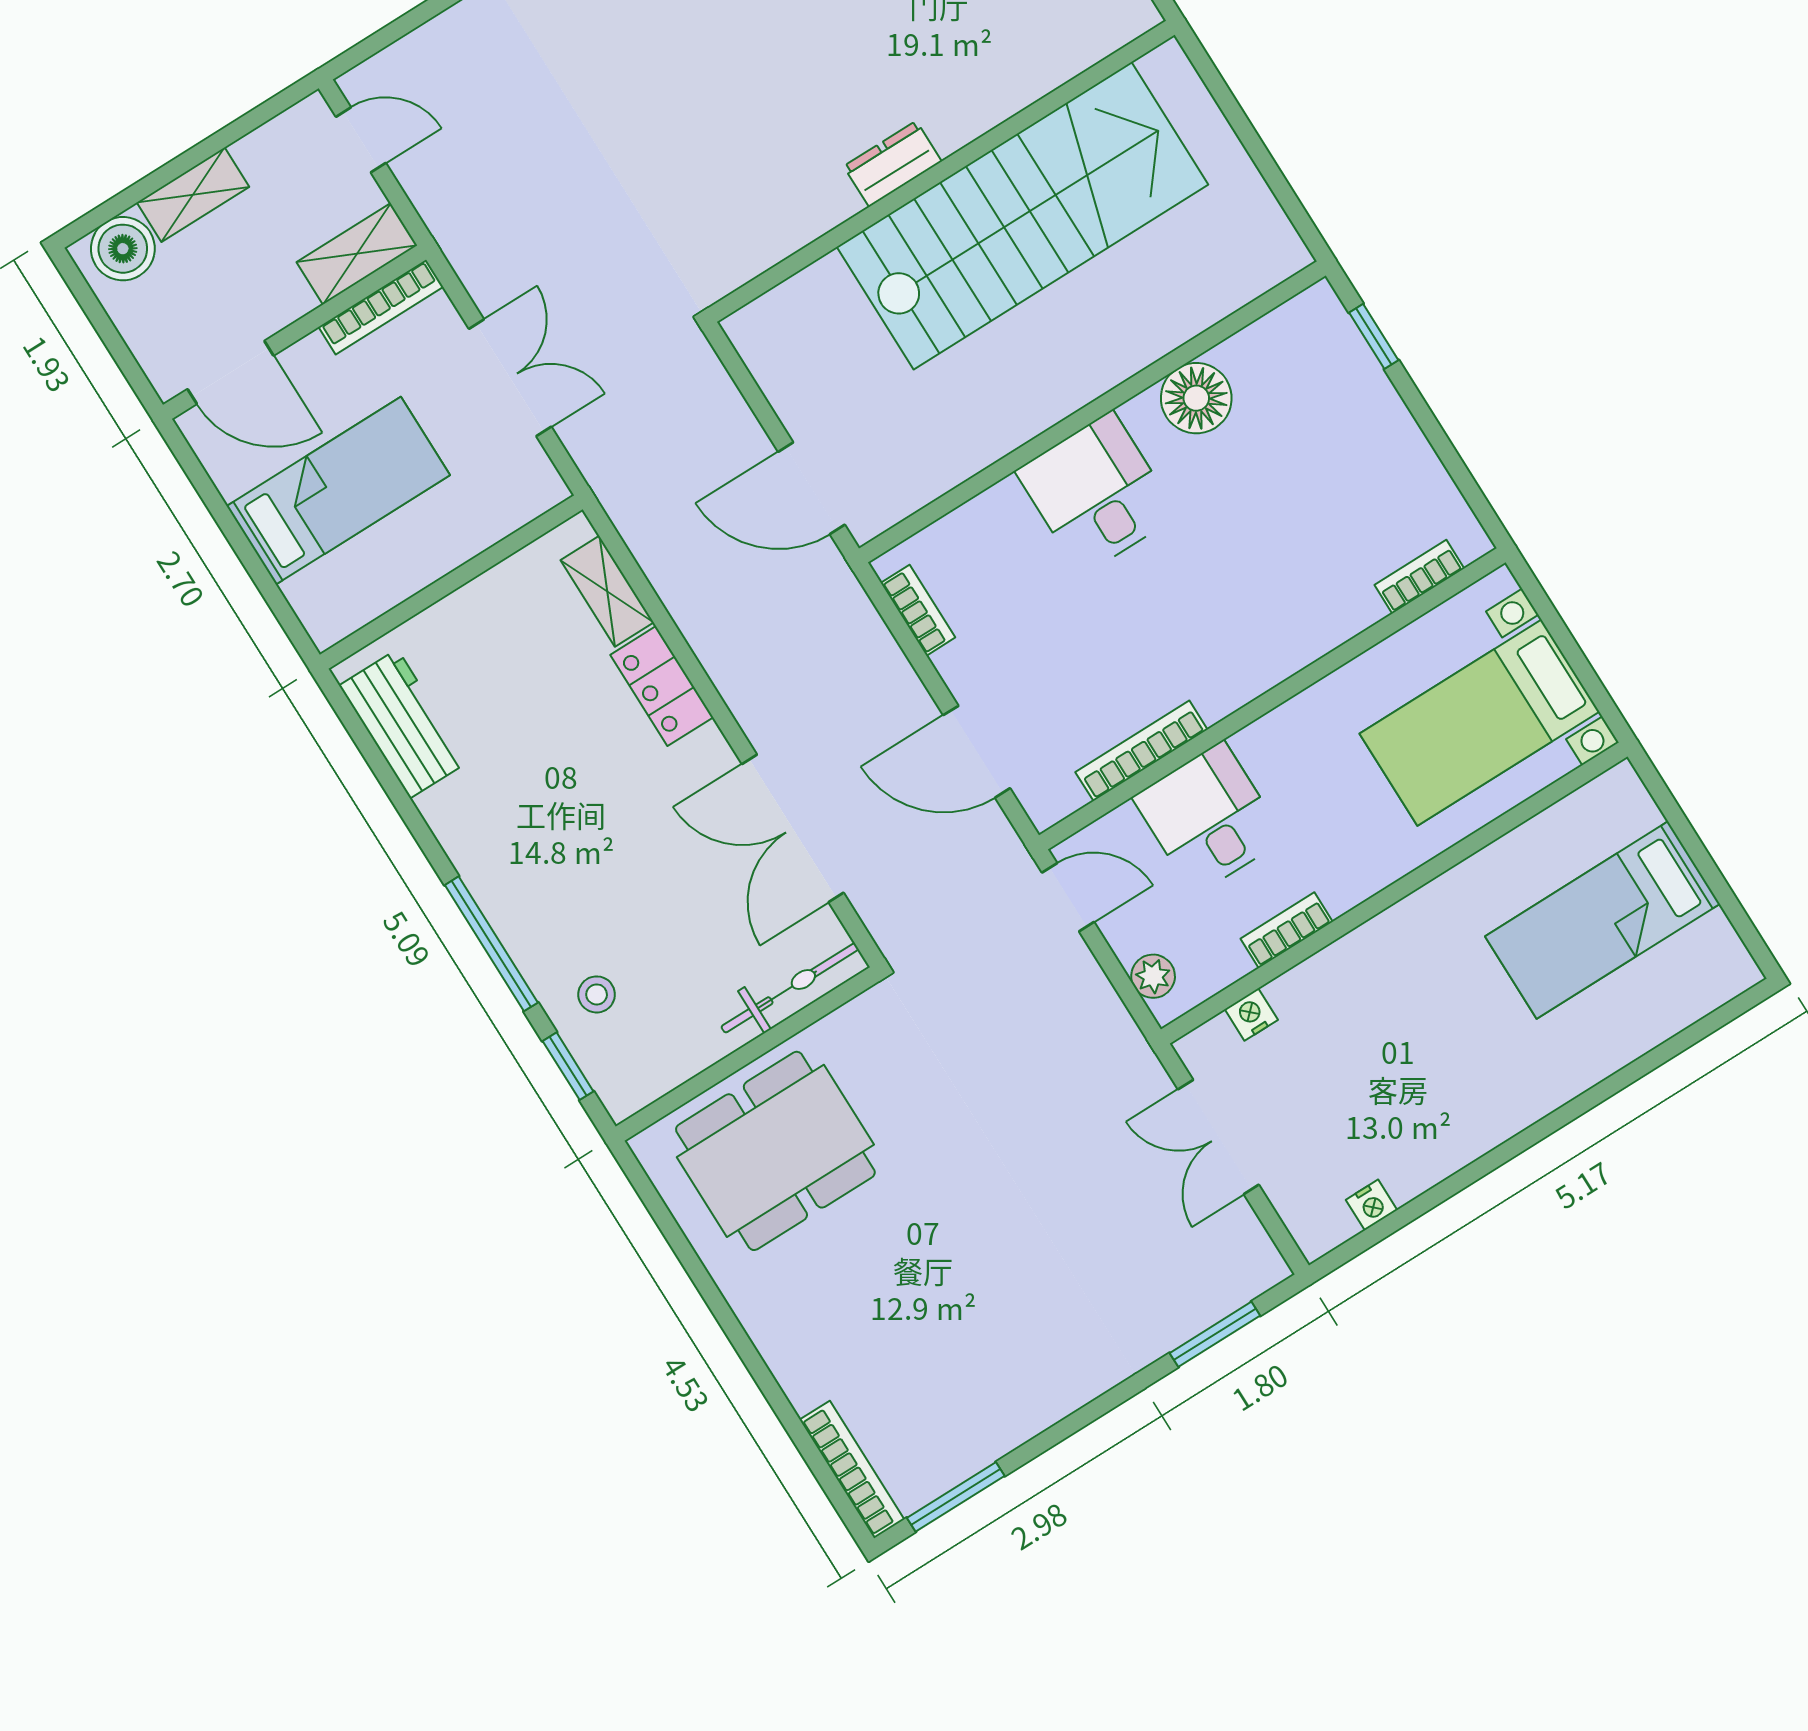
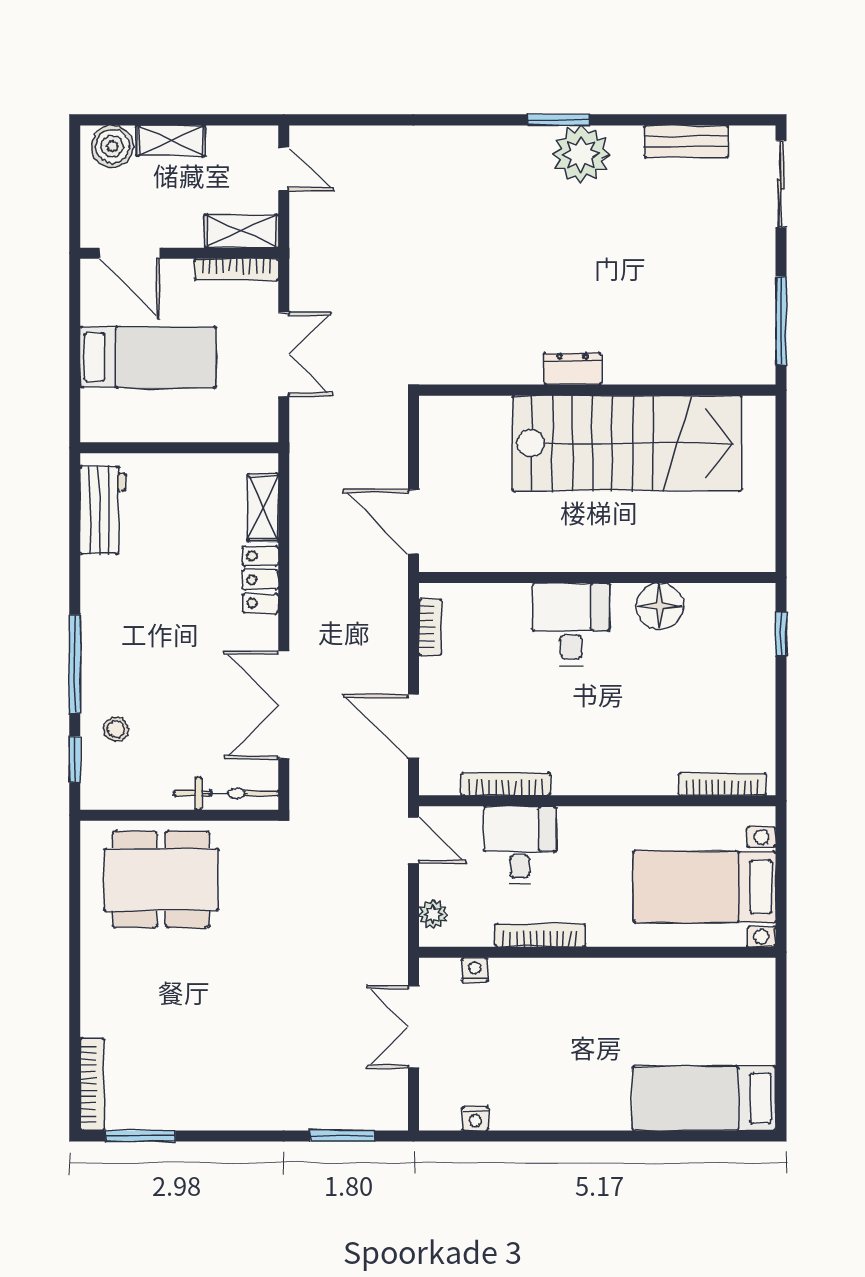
bookcase: (1419, 577) -> (722, 784), width x1.56
bed: (1602, 920) -> (704, 1098), moved
bookcase: (1287, 930) -> (540, 935), width x1.56

